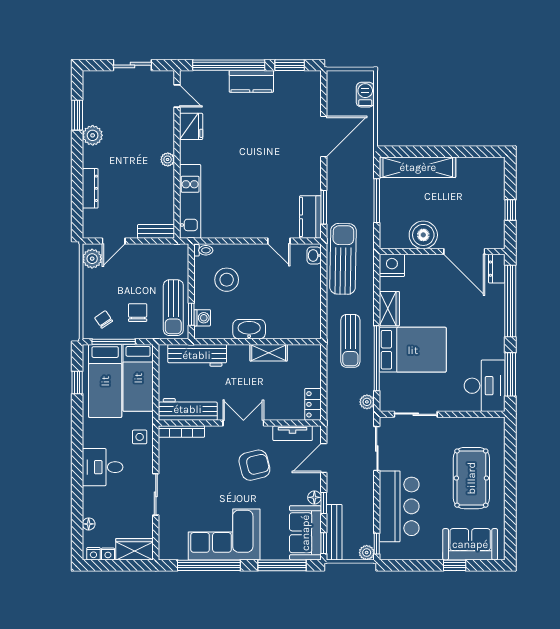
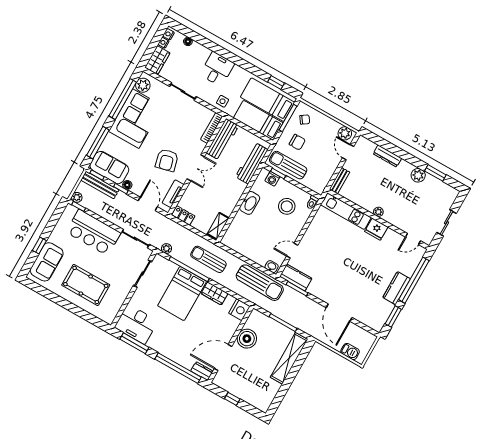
fridge: (191, 126) -> (376, 229), moved
shelving: (269, 353) -> (218, 226), moved
plant: (177, 550) -> (143, 85), added

